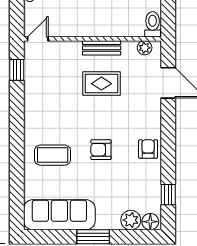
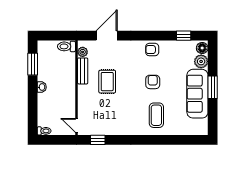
bench: (102, 48) -> (83, 71), moved
armchair: (101, 150) -> (153, 82), turned 180
sofa: (59, 215) -> (197, 94), moved

